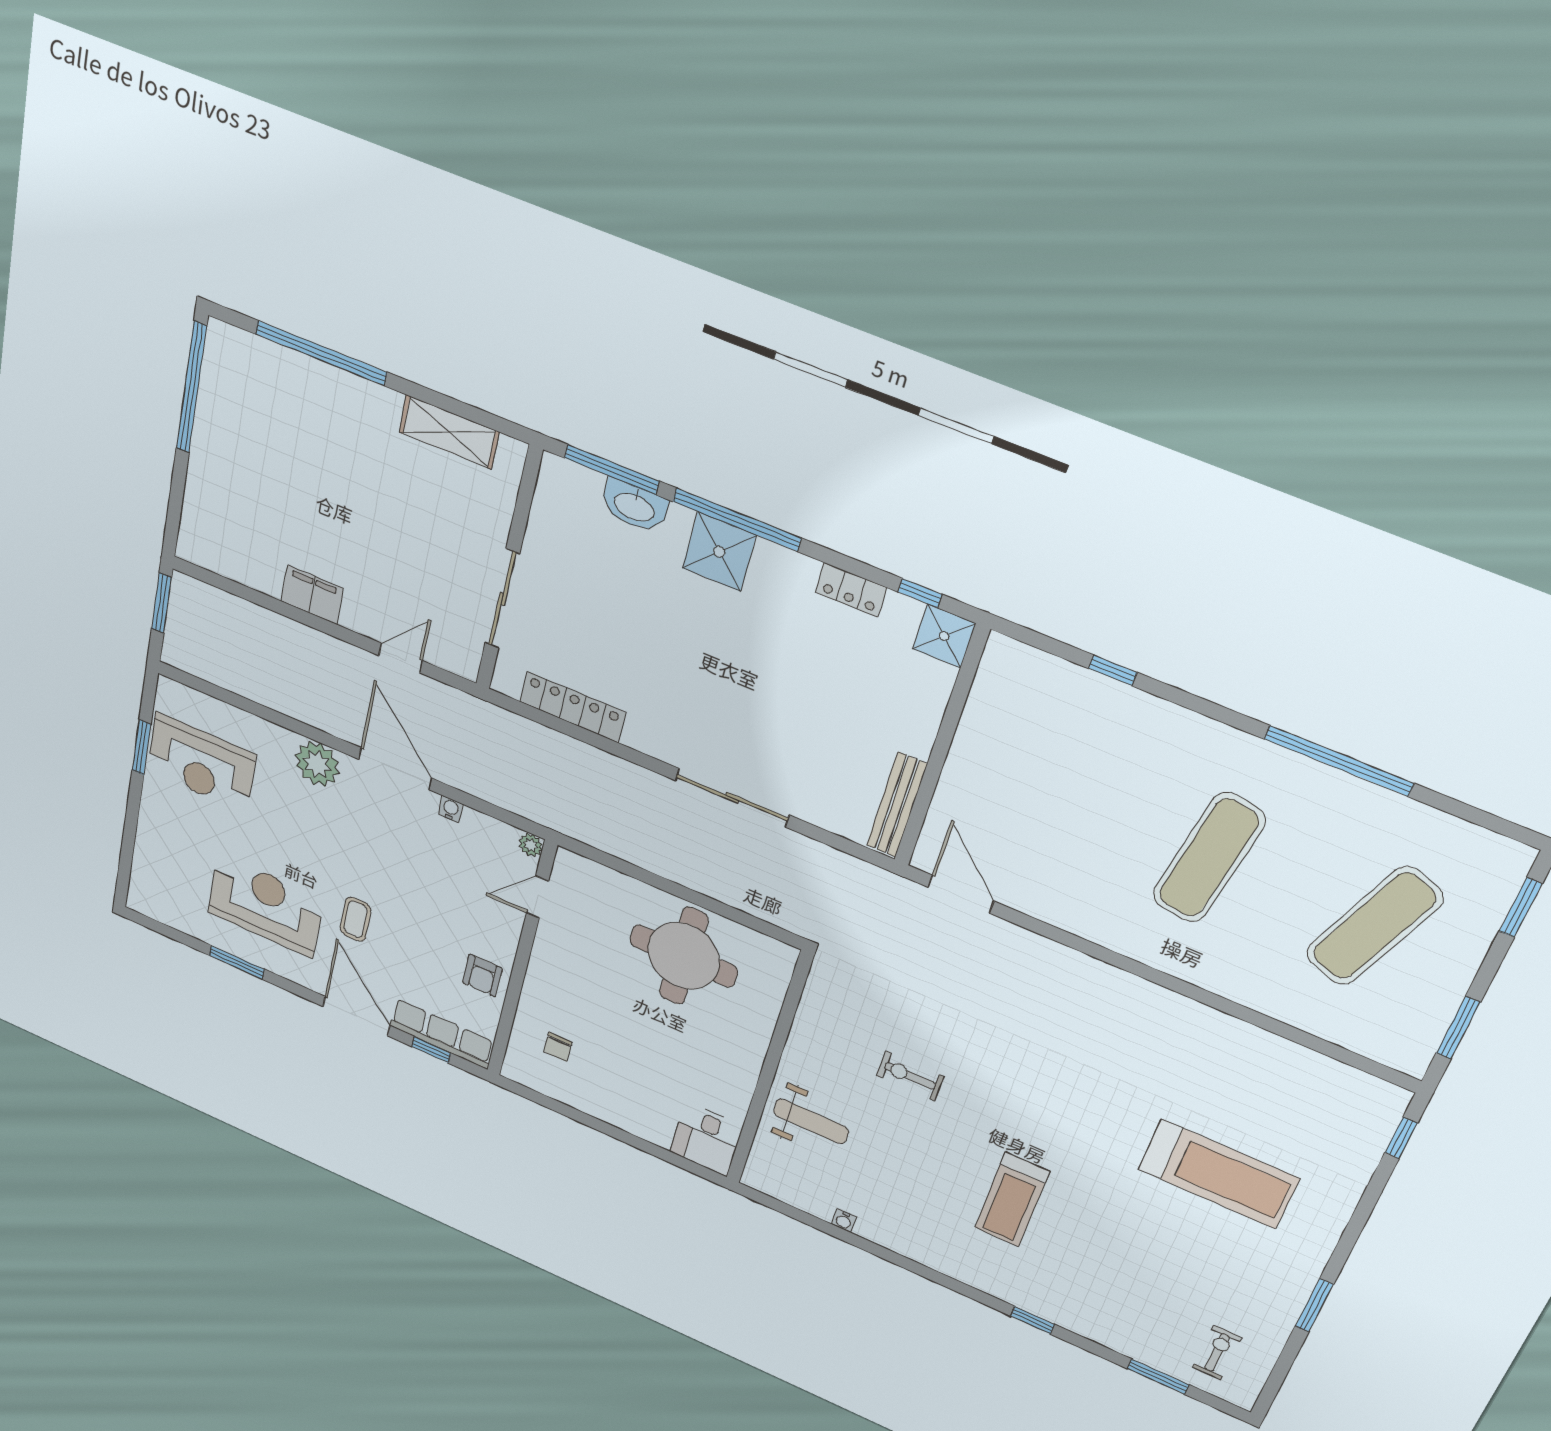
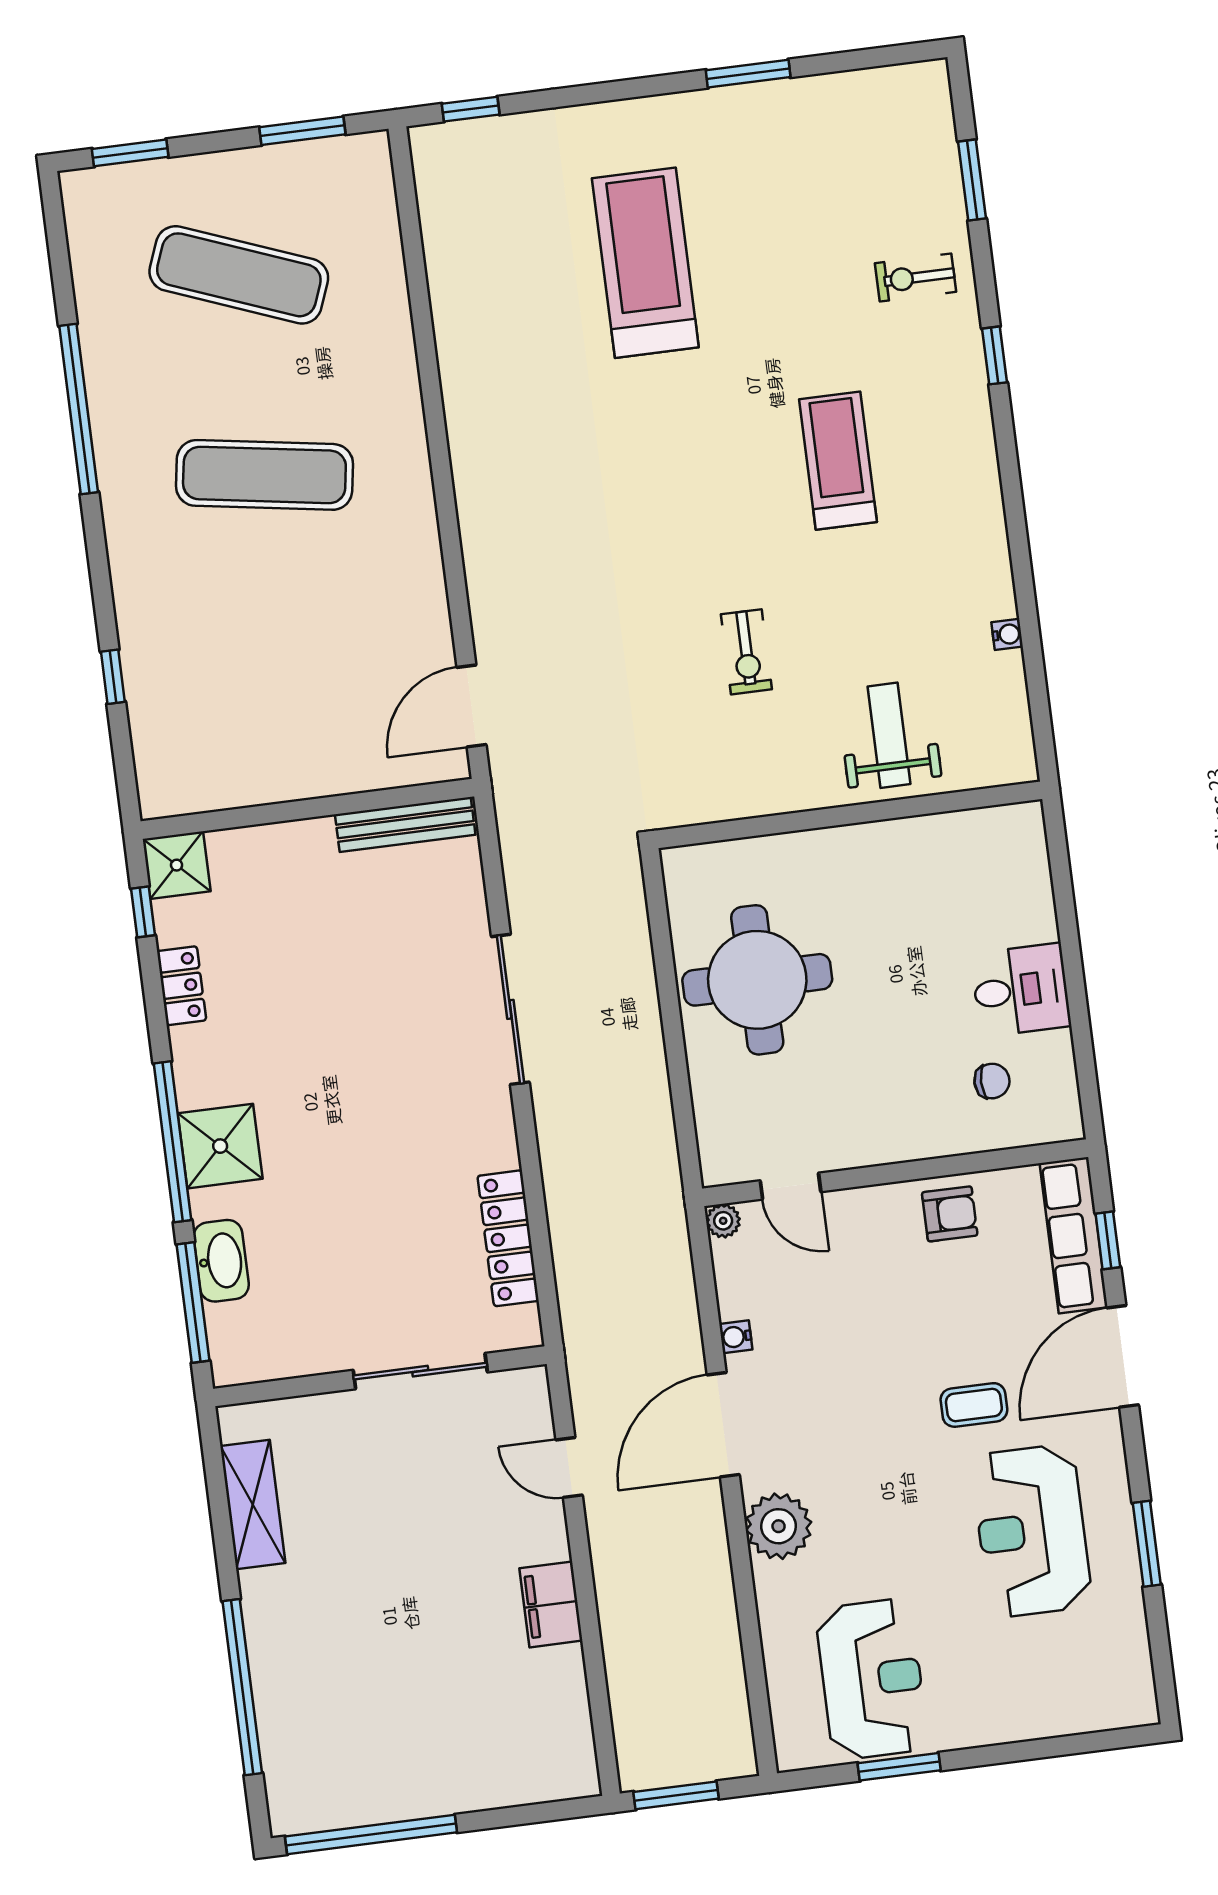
desk: (706, 1139) -> (1021, 990), moved
treadmill: (1012, 1200) -> (838, 461), turned -90
exercise bike: (1217, 1353) -> (916, 278), moved

